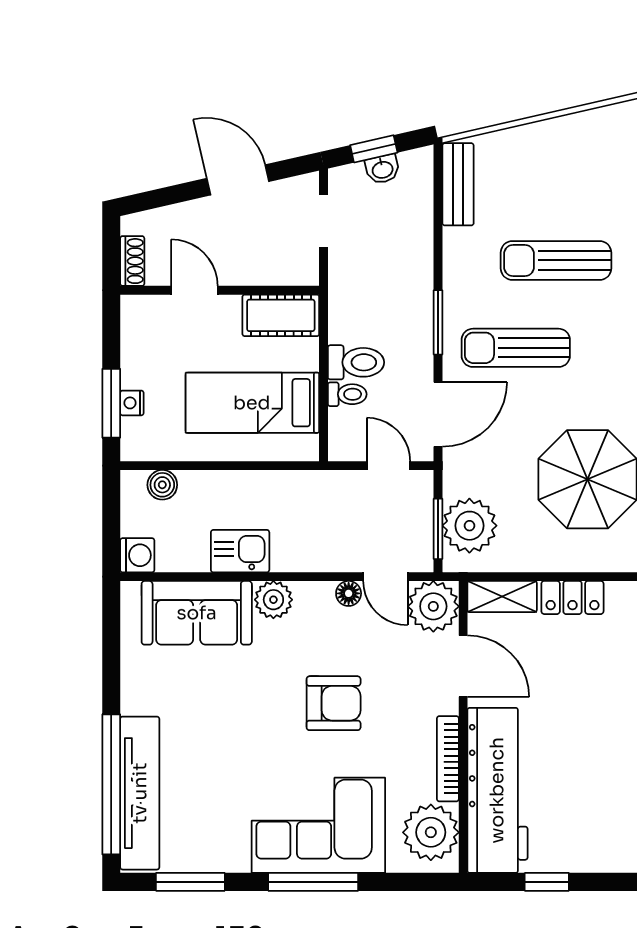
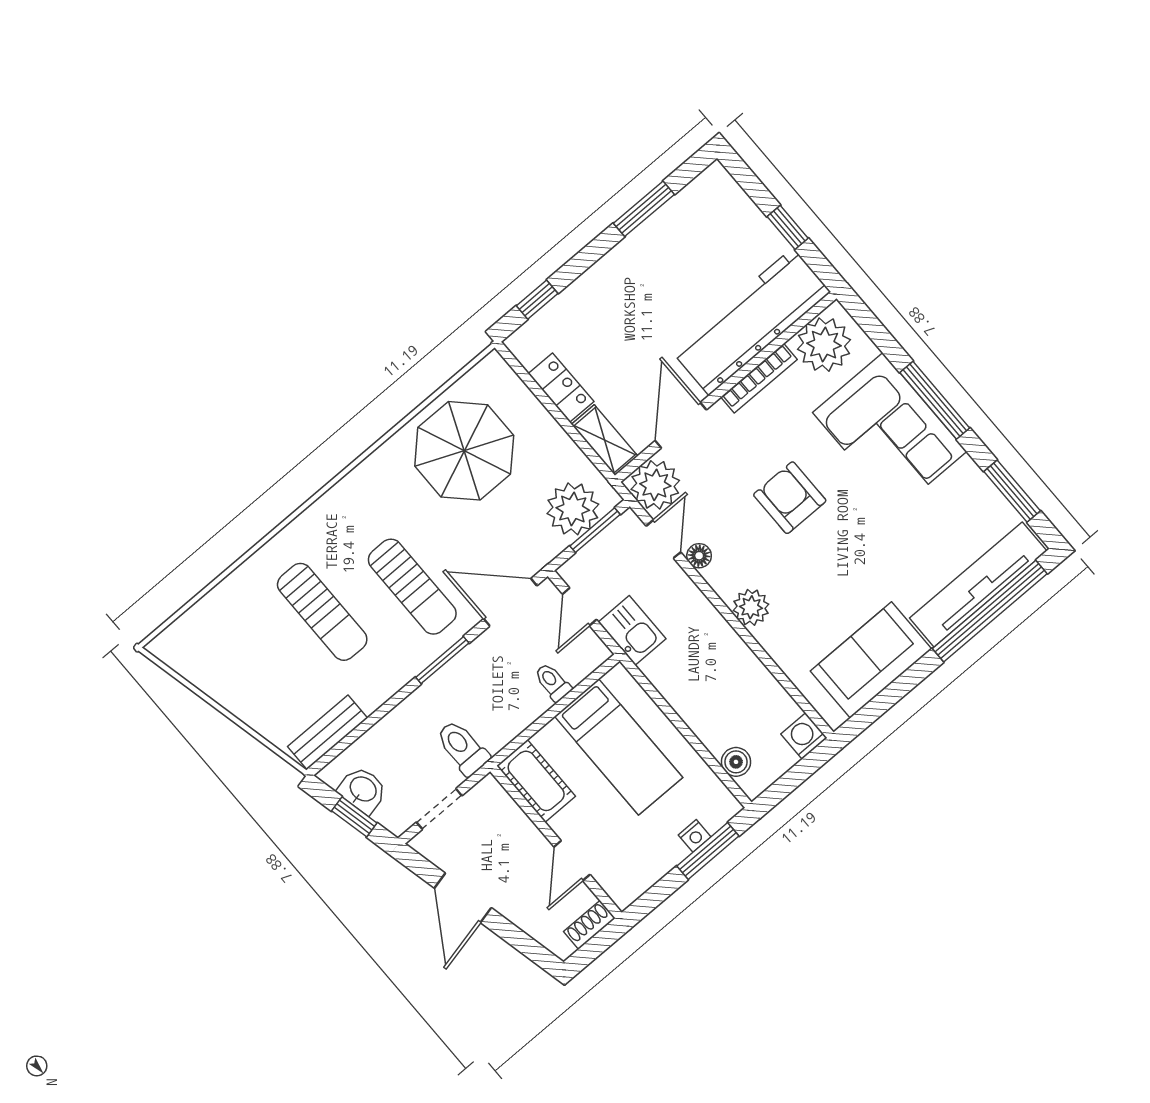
washbasin: (382, 169) -> (363, 790), width x1.38, depth x1.45
toilet: (356, 362) -> (463, 748), moved
kitchen sink: (240, 551) -> (632, 630), moved, turned 180
sofa: (197, 613) -> (871, 660), moved, turned -90

